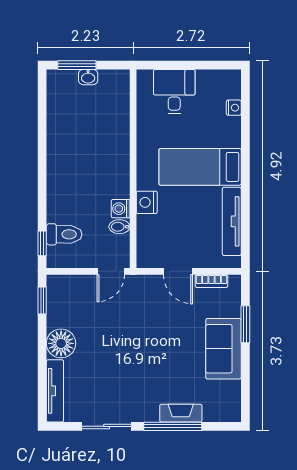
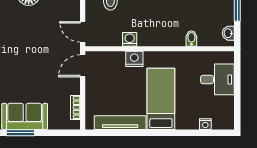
washbasin: (88, 77) -> (228, 33), moved
bidet: (119, 227) -> (191, 38), moved
door: (178, 271) -> (83, 66), moved
window: (245, 324) -> (20, 133), moved

